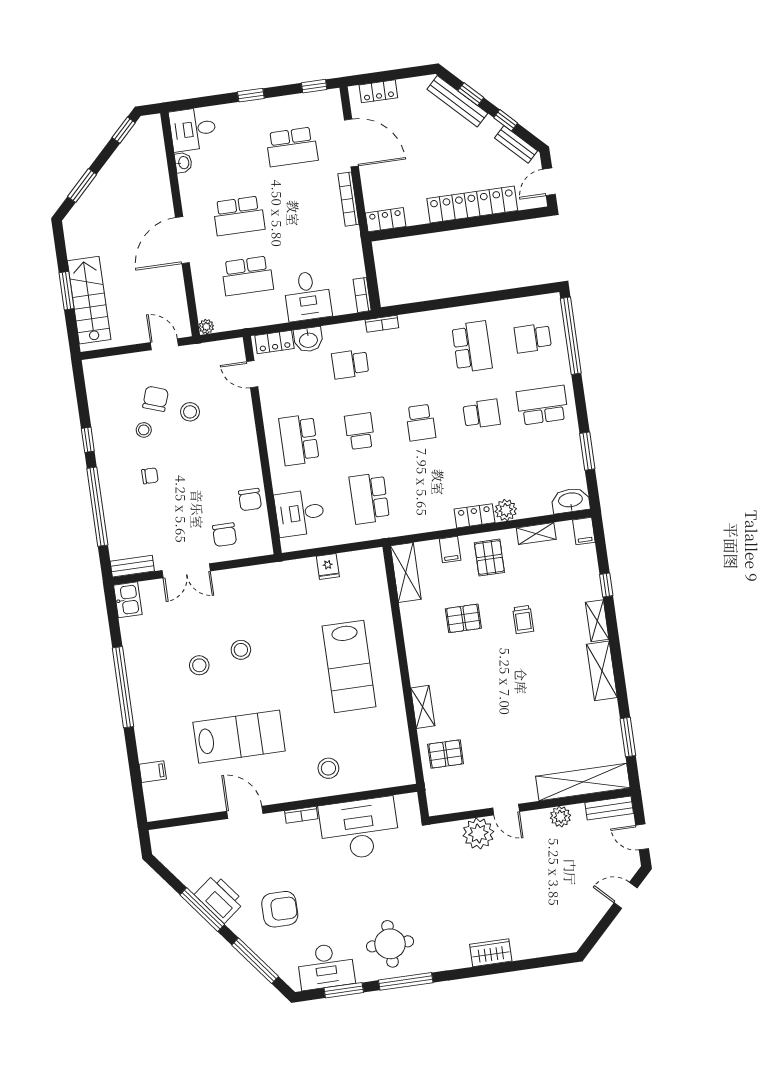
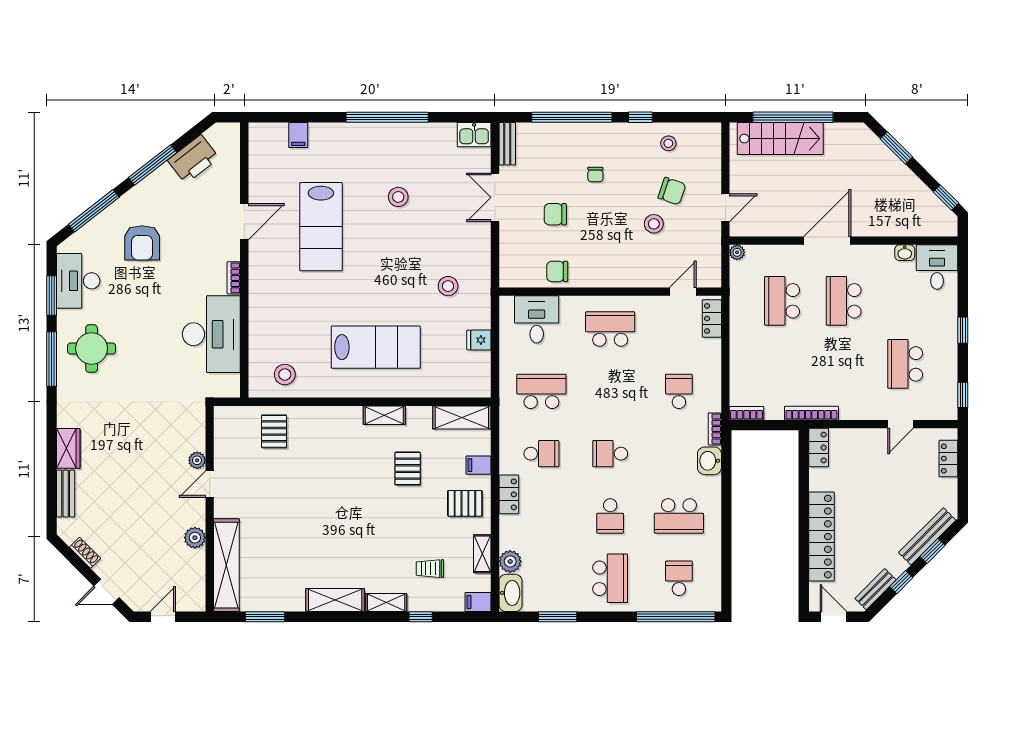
door: (351, 143) -> (901, 424), width x0.53
bookcase: (348, 199) -> (811, 413), moved
door: (182, 240) -> (827, 241), hinge flipped
window: (67, 291) -> (793, 117), width x2.11
desk: (307, 296) -> (753, 358), removed
washbasin: (308, 340) -> (709, 461), moved
stool: (144, 430) -> (668, 143), moved
school desk: (360, 431) -> (541, 454), moved
plant: (506, 510) -> (510, 561), moved
chair: (225, 535) -> (555, 214), moved
trolley: (523, 619) -> (430, 569), moved
stool: (241, 650) -> (448, 286), moved
lab bench: (349, 666) -> (376, 347), turned 180
shelving: (423, 707) -> (384, 415), moved
stool: (328, 768) -> (285, 375), moved
bench: (609, 808) -> (66, 494), moved
plant: (478, 834) -> (197, 460), width x0.53, depth x0.53
door: (626, 895) -> (107, 592), swing flipped
printer: (220, 898) -> (193, 159), moved
shoe rack: (590, 922) -> (85, 553), added

